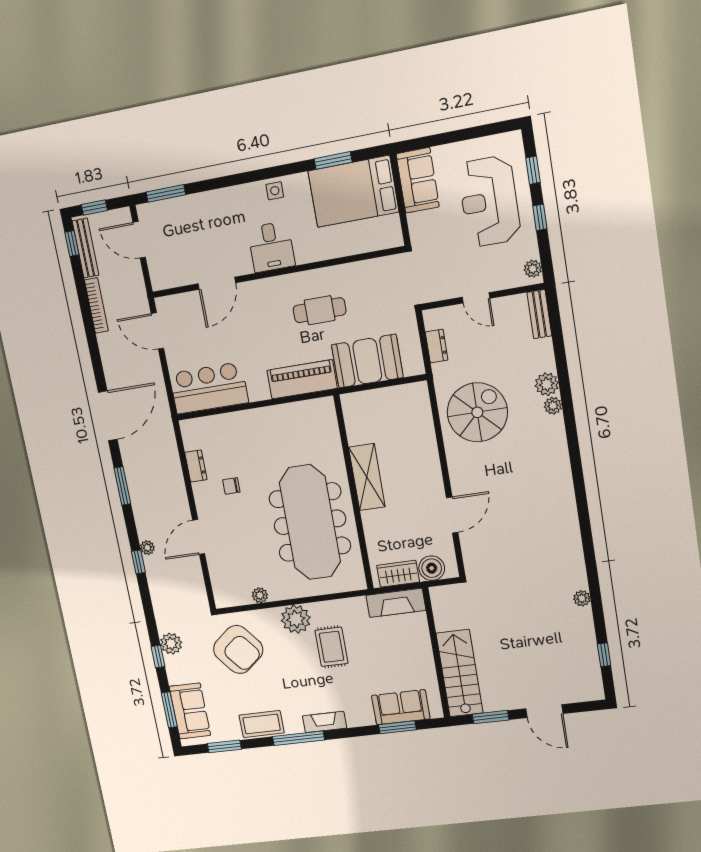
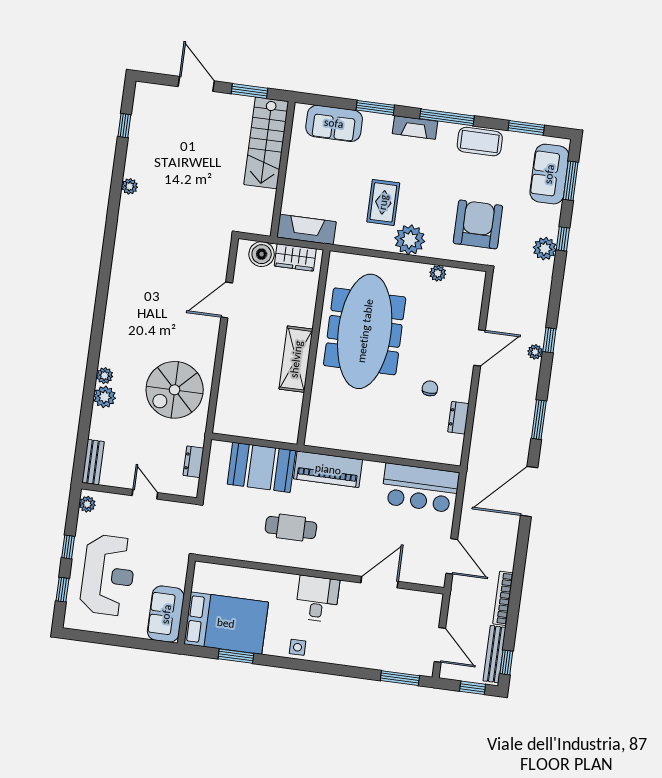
chair: (231, 486) -> (430, 388), turned -90
armchair: (238, 649) -> (478, 224), turned 39
window: (397, 727) -> (375, 108), moved

